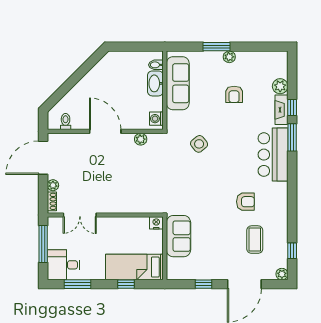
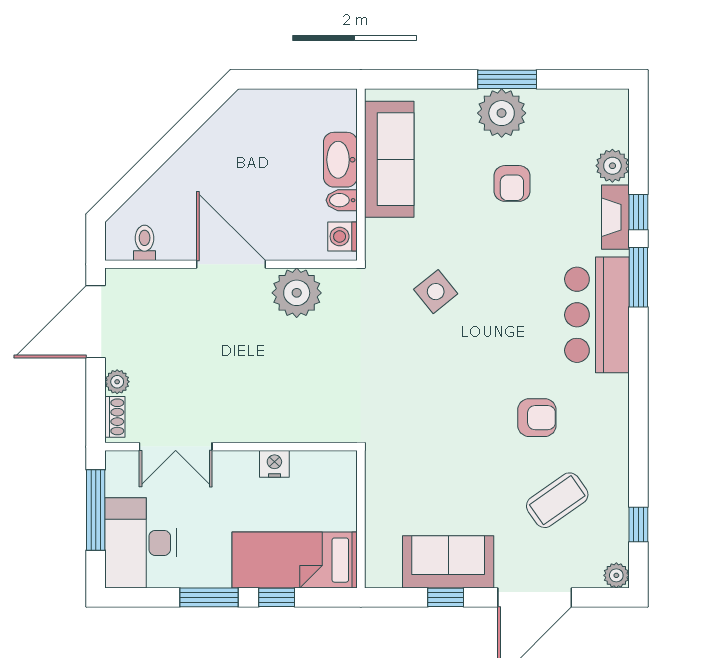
window: (216, 47) -> (507, 79), moved
plant: (229, 57) -> (502, 113), width x1.87, depth x1.87
bidet: (156, 65) -> (342, 200), moved
plant: (141, 139) -> (297, 293), width x1.87, depth x1.87
nightstand: (156, 223) -> (274, 464), moved
sofa: (178, 236) -> (448, 562), moved, turned -90
coffee table: (255, 240) -> (557, 500), turned 55
desk: (64, 265) -> (141, 543), width x1.37
window: (78, 284) -> (209, 597), moved

